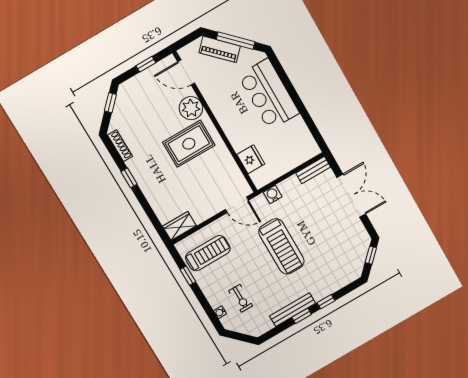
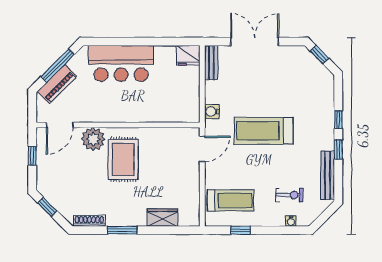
fridge: (251, 159) -> (188, 55), moved, turned 180
window: (129, 178) -> (122, 230), width x1.50
wardrobe: (179, 226) -> (162, 218), moved, turned 90
treadmill: (281, 246) -> (264, 131), turned 180
treadmill: (208, 253) -> (231, 200), turned 90
bench: (293, 310) -> (328, 175), moved

